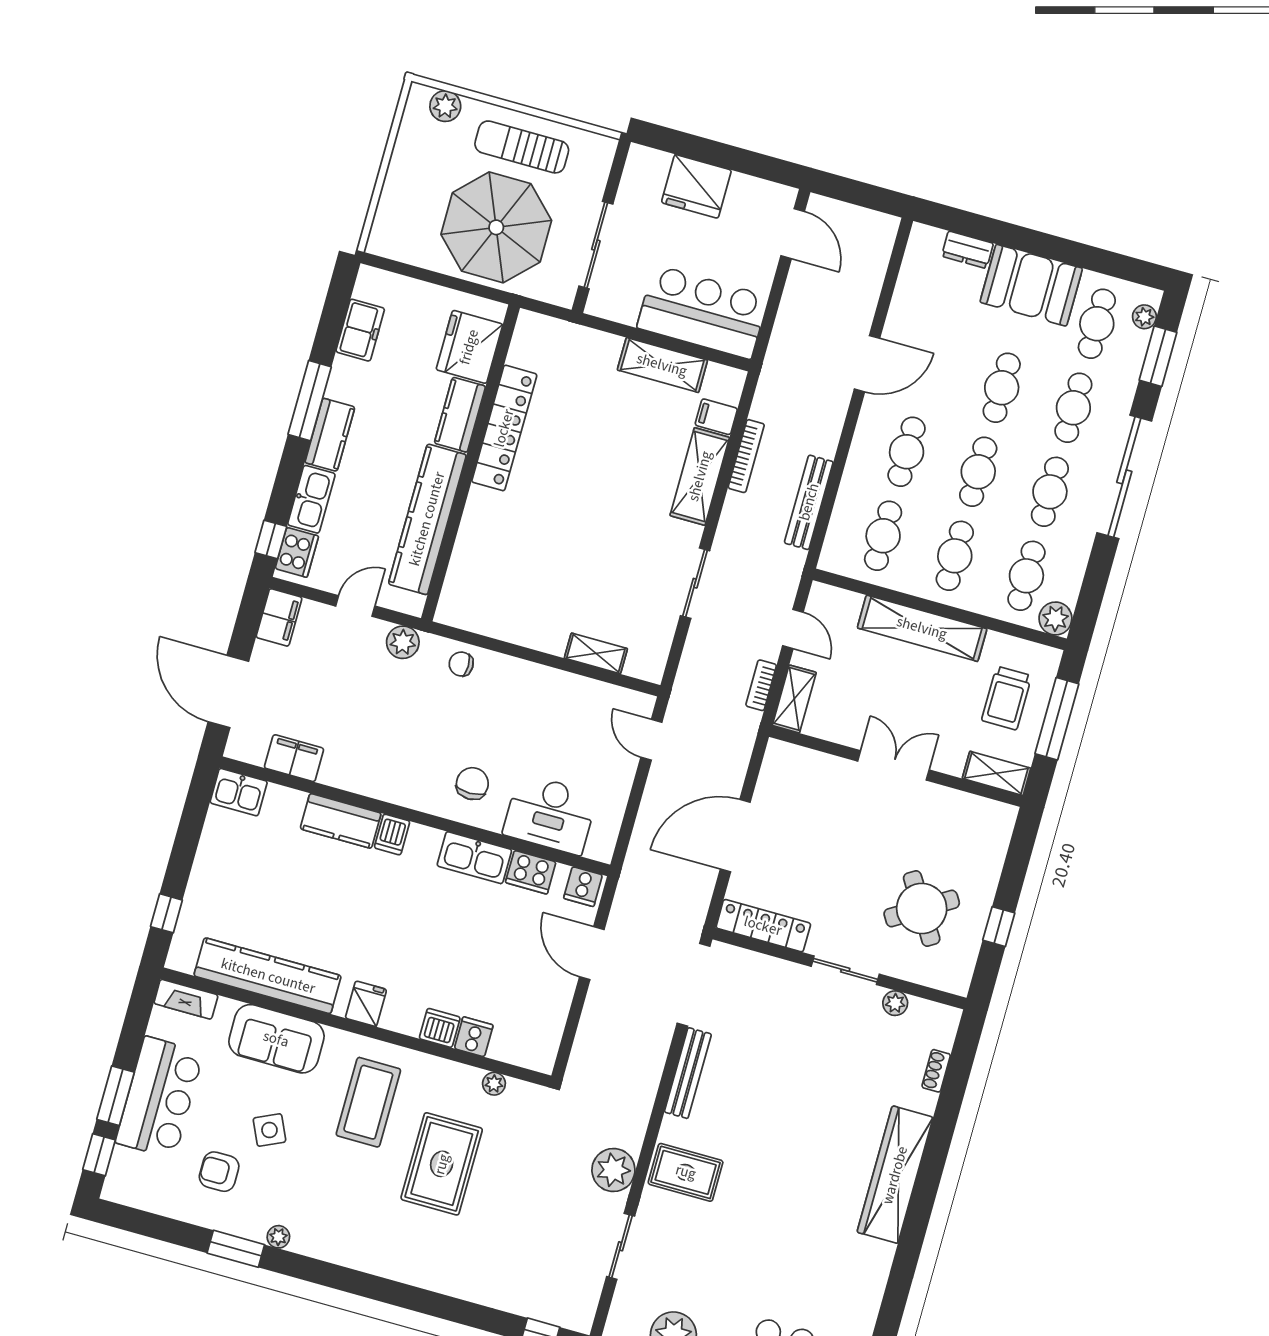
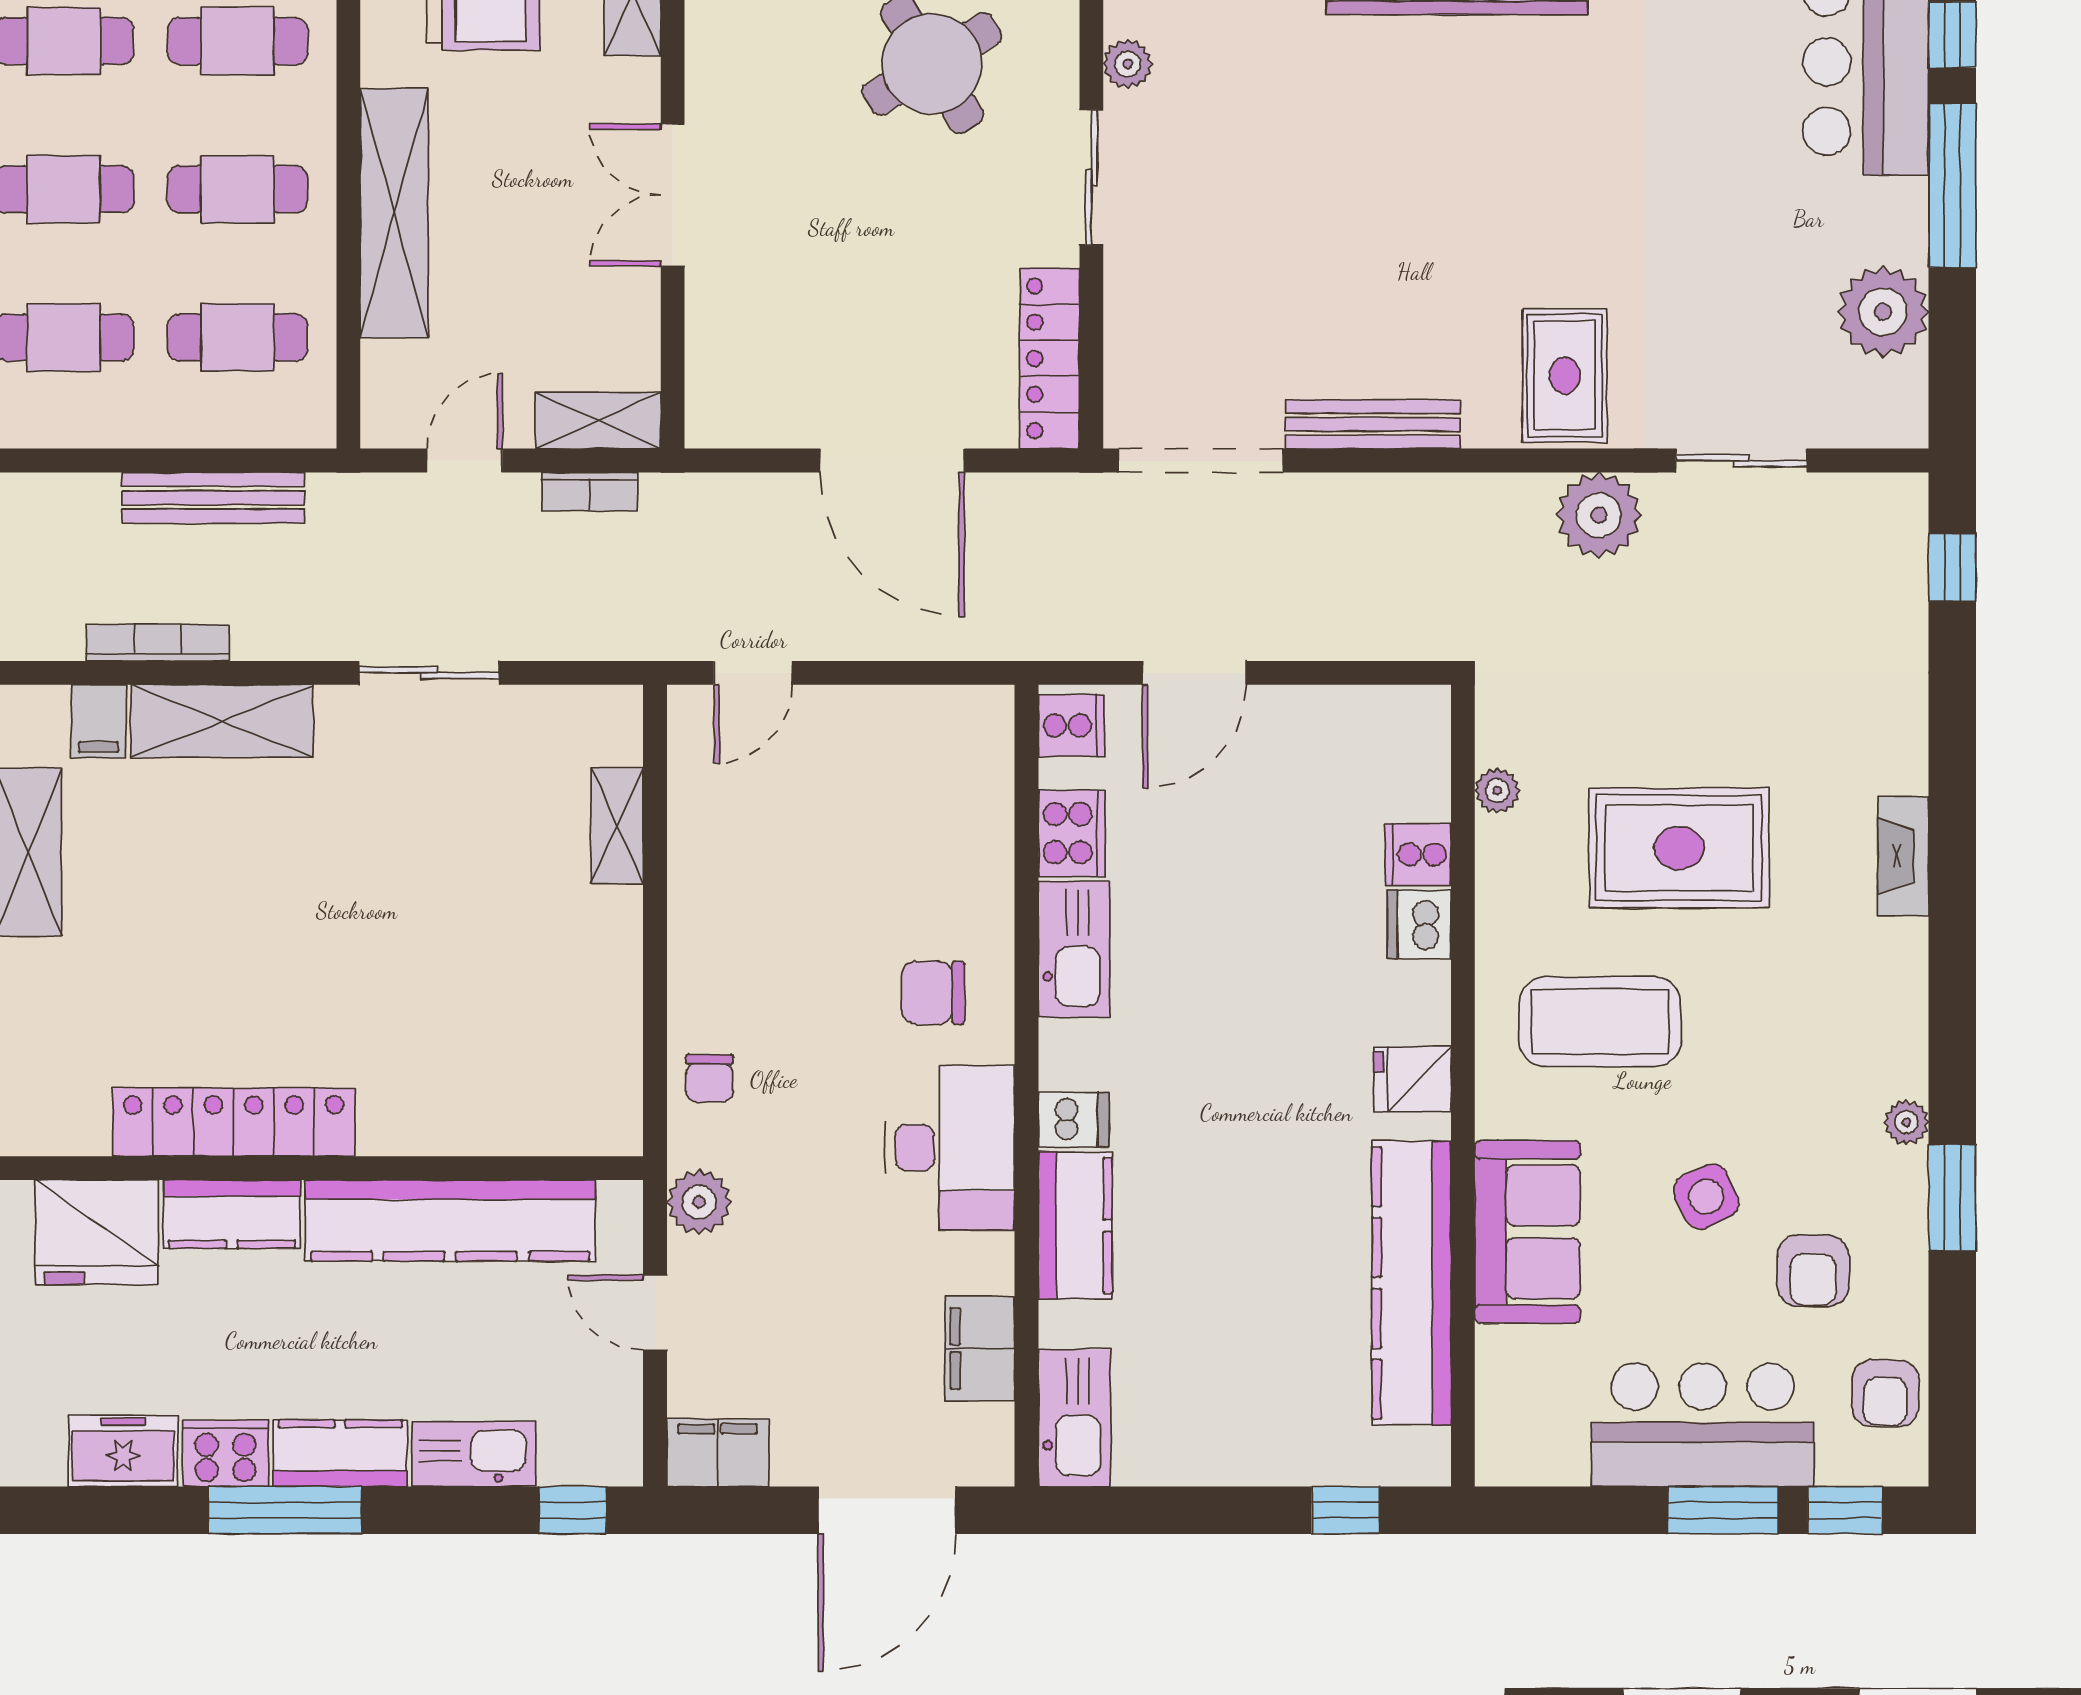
cooker: (297, 552) -> (226, 1453), moved
kitchen sink: (239, 792) -> (1074, 1418), width x1.38
desk: (550, 814) -> (950, 1148), moved
fireplace: (186, 999) -> (1903, 856), moved, turned 180
armchair: (150, 1190) -> (1885, 1393), added

